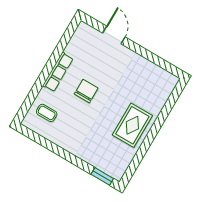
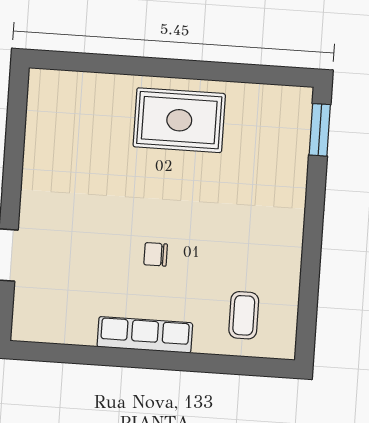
chair: (86, 91) -> (156, 254), width x0.54, depth x0.54

